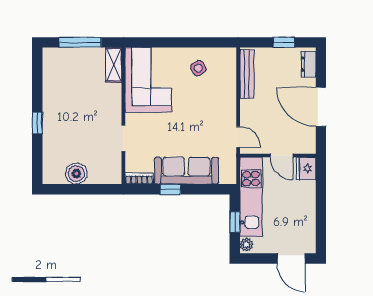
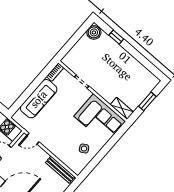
window: (80, 42) -> (147, 101), width x0.69
window: (37, 123) -> (116, 37), moved
boiler: (76, 174) -> (94, 32), moved
window: (171, 189) -> (36, 83), removed

